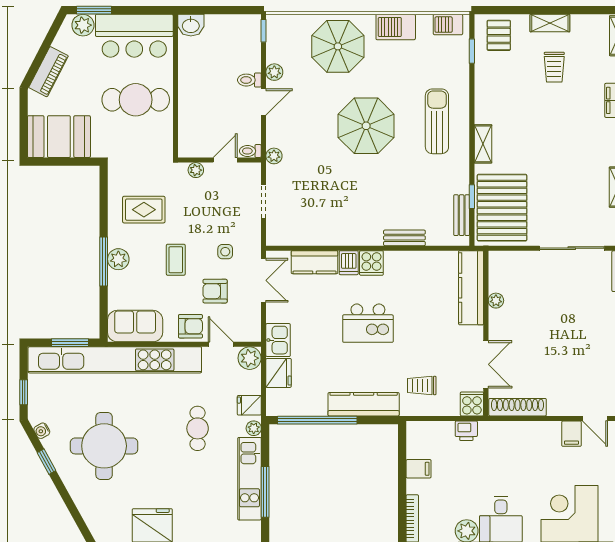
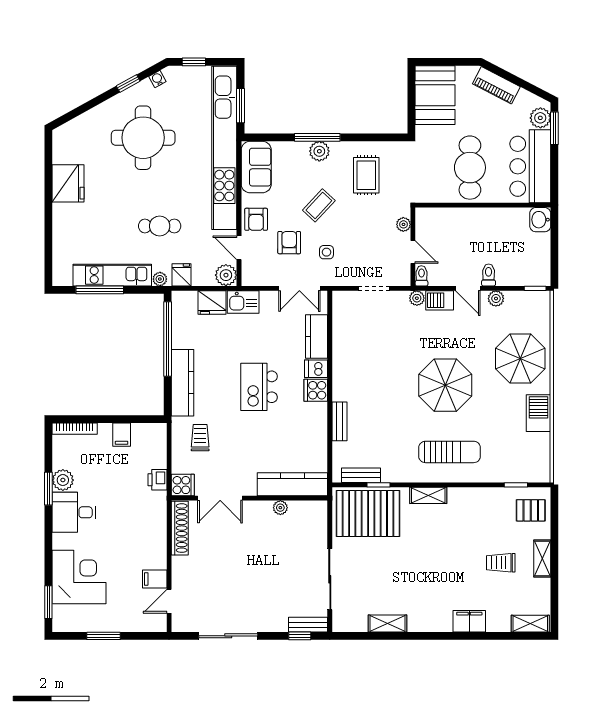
barbecue: (448, 25) -> (440, 300), moved, turned -90
coffee table: (176, 260) -> (319, 205), turned -47
door: (221, 344) -> (239, 248), swing flipped

